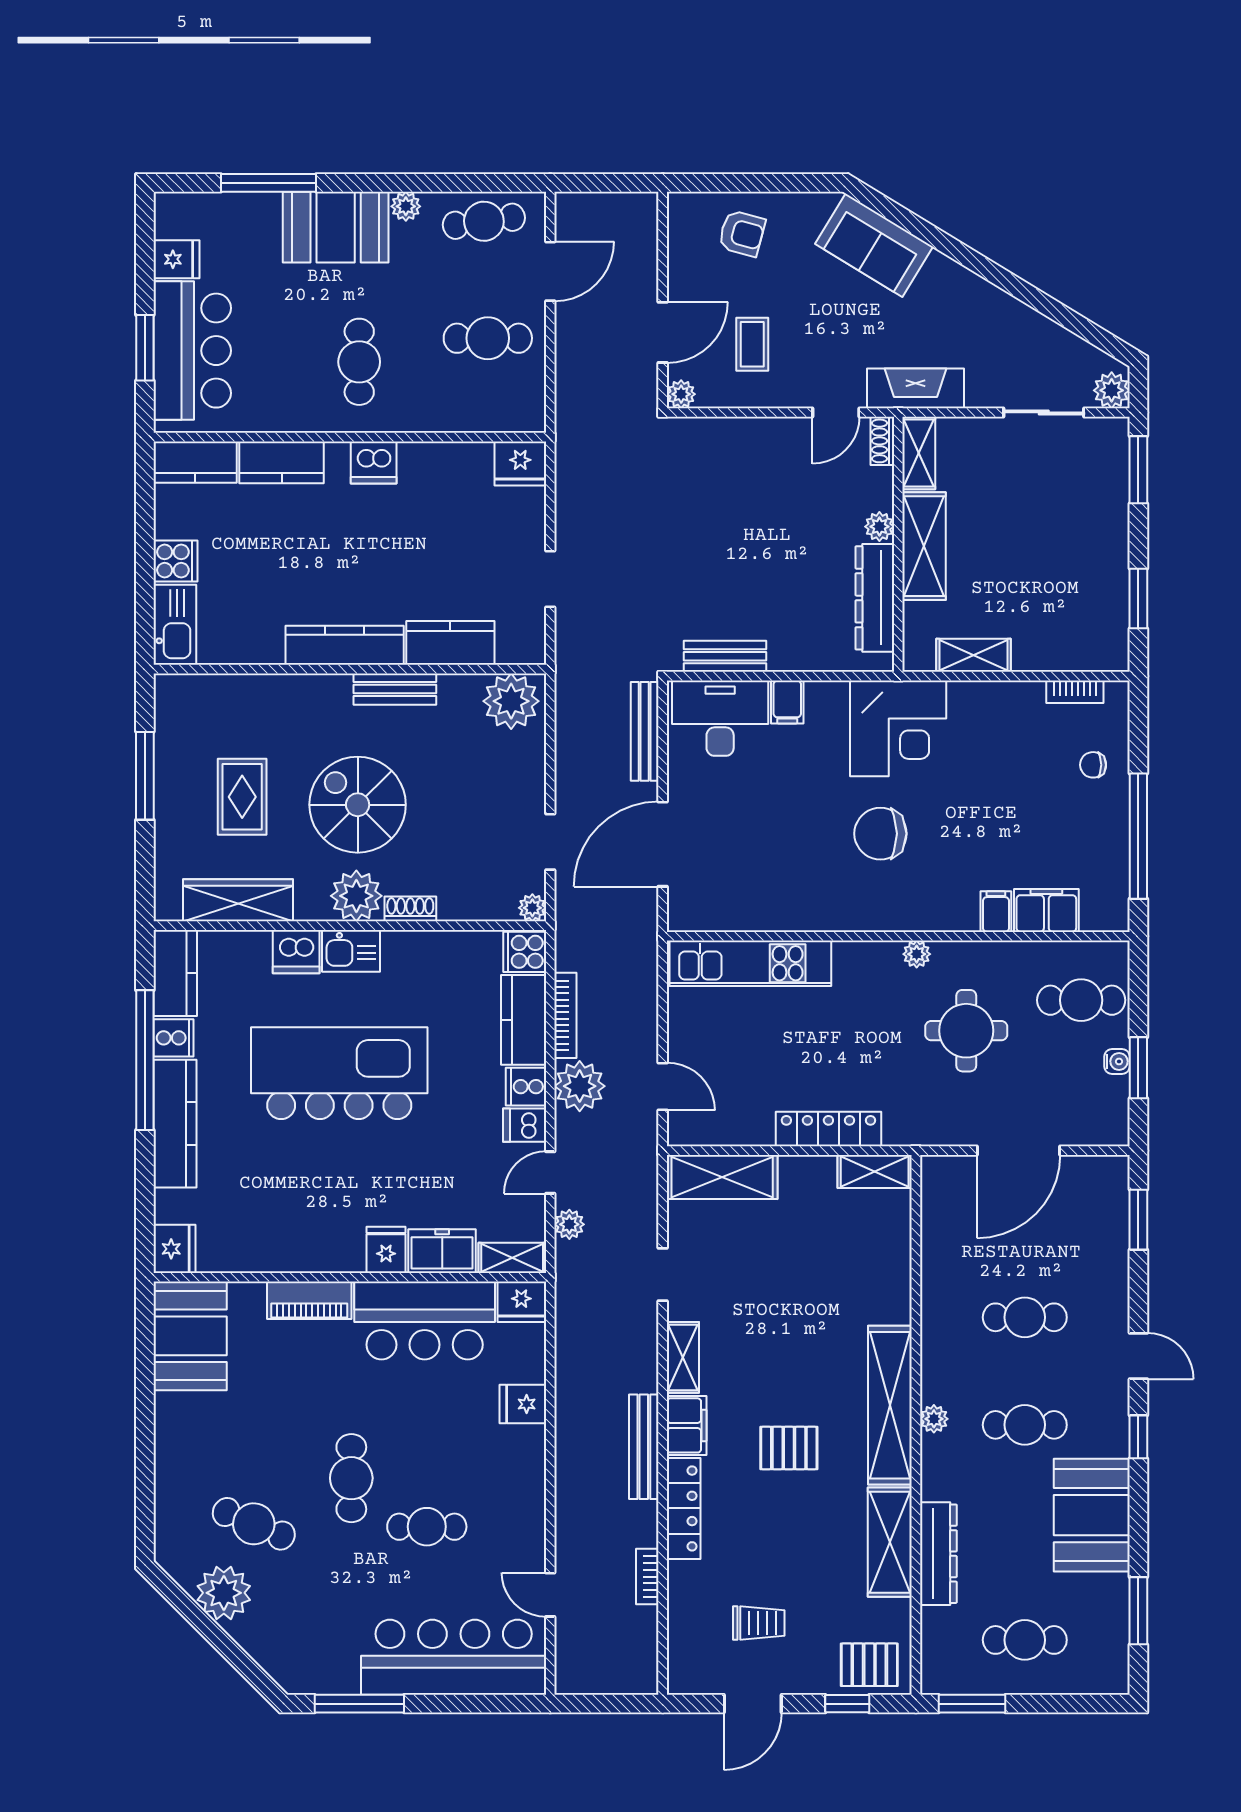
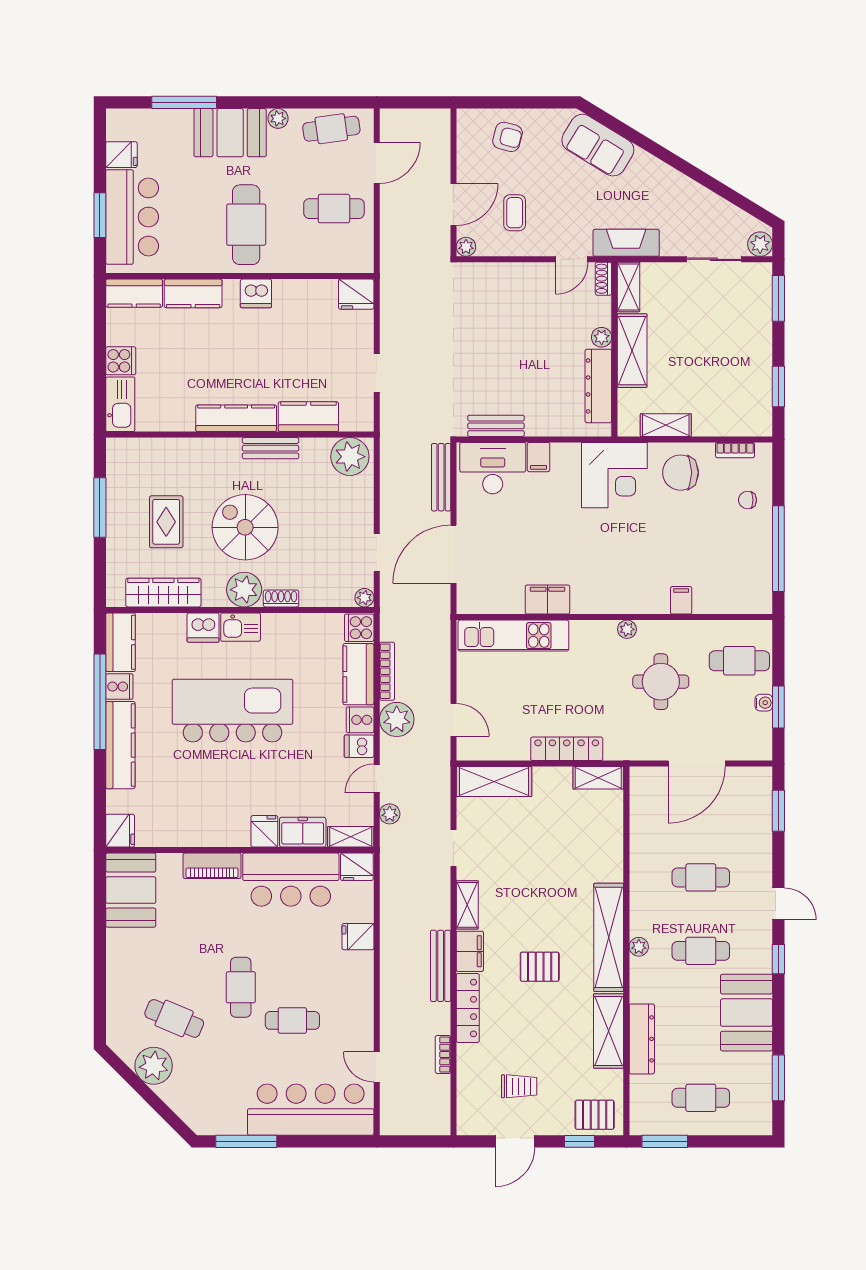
cafe table: (359, 362) -> (246, 225), width x1.37, depth x1.35
chair: (880, 834) -> (681, 473), moved
filing cabinet: (1046, 911) -> (547, 600), moved

